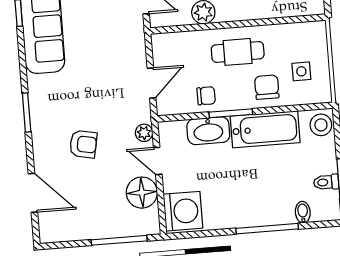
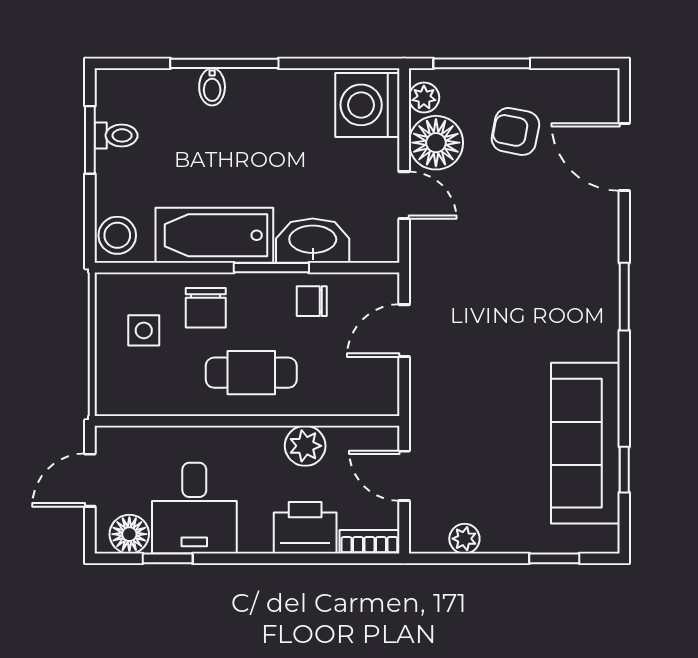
plant: (144, 133) -> (424, 97), moved
armchair: (83, 144) -> (515, 131), moved
bidet: (303, 212) -> (212, 87), moved

